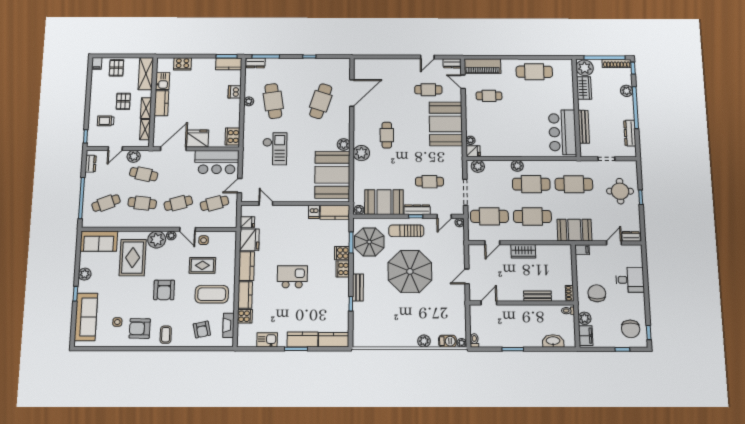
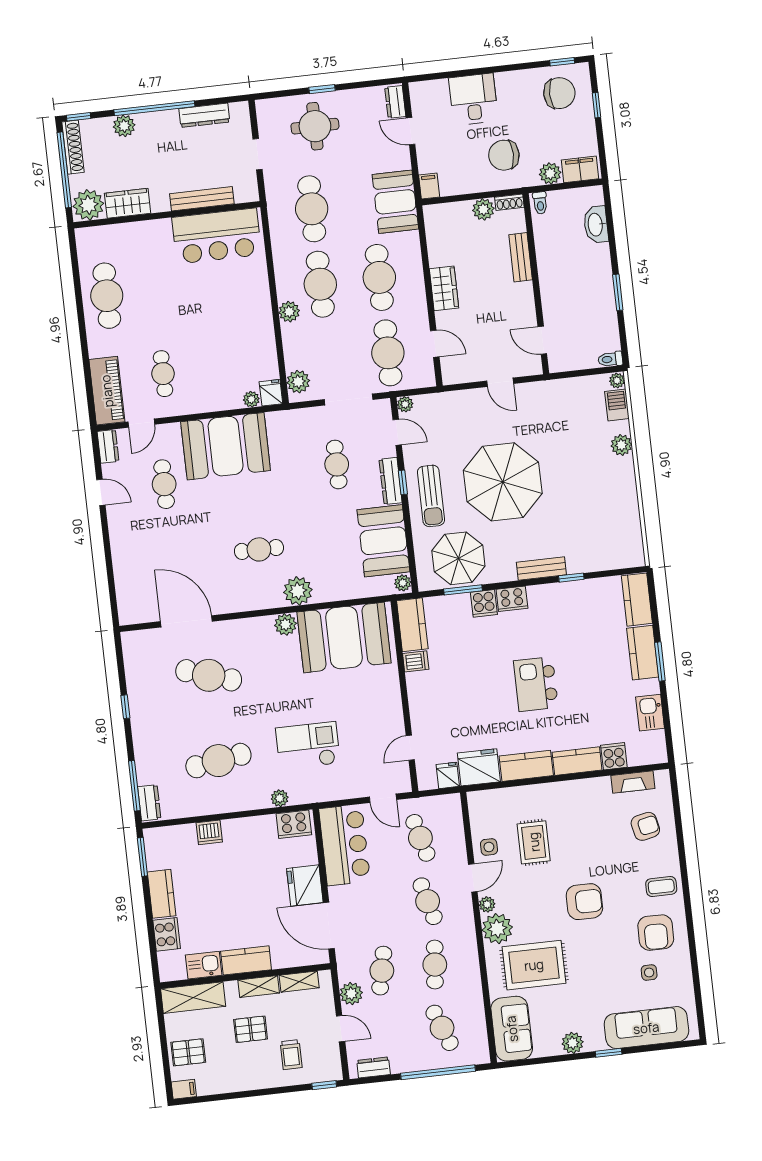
kitchen counter: (229, 64) -> (162, 894), moved
plant: (249, 101) -> (280, 798), moved
plant: (567, 278) -> (483, 209), added
coffee table: (212, 294) -> (582, 819), removed

